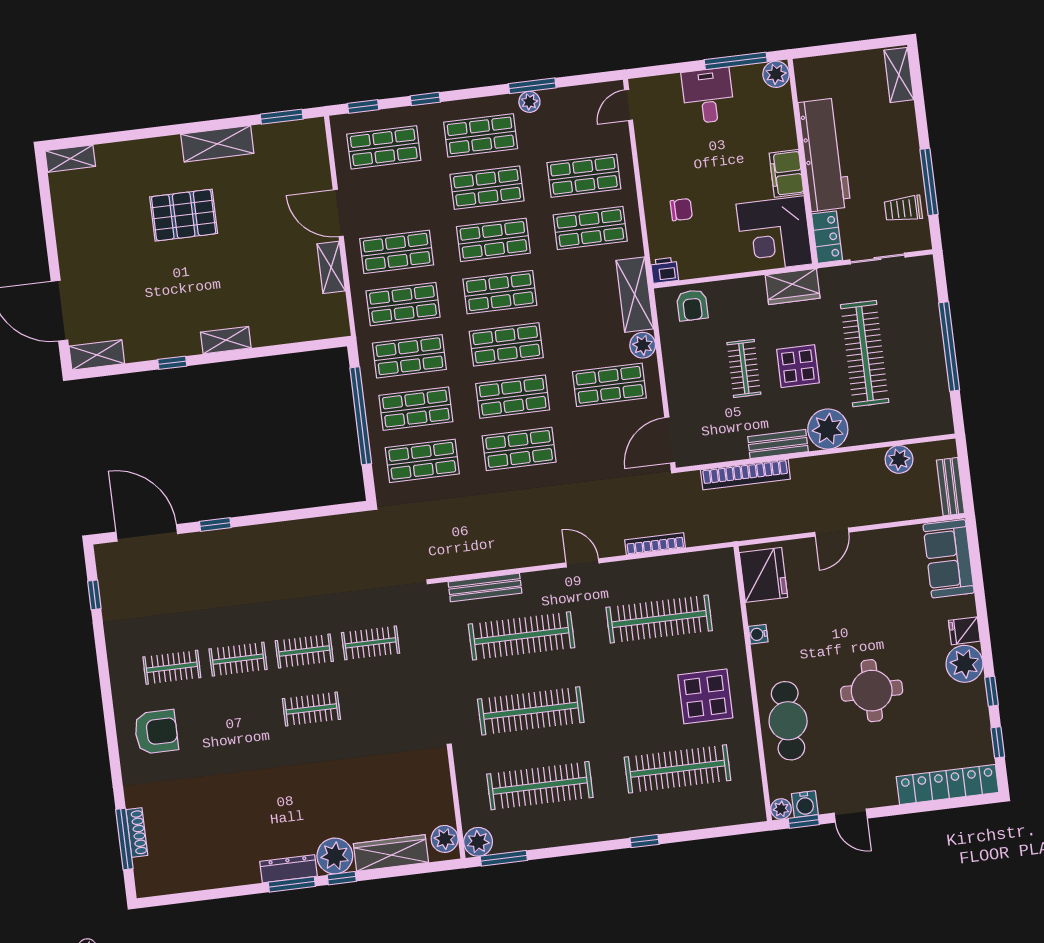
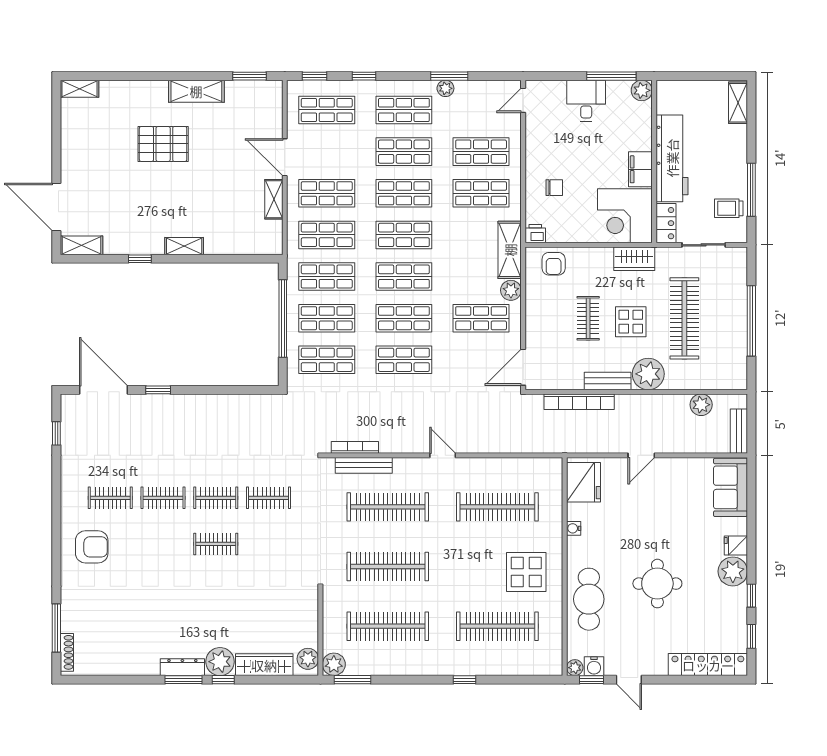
bookcase: (655, 544) -> (355, 447), moved
shoe rack: (137, 833) -> (67, 652), moved

